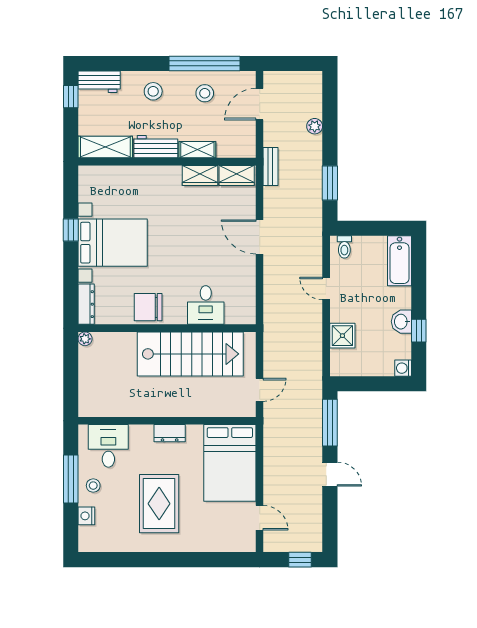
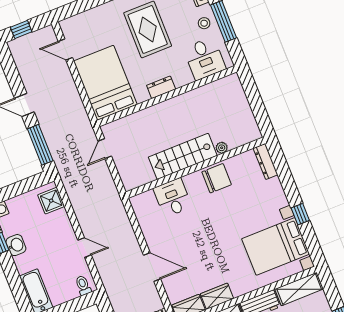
bed with nightstands: (113, 243) -> (276, 246), moved
shower: (342, 336) -> (51, 201), moved
plant: (85, 339) -> (222, 148), moved
stairs: (190, 354) -> (183, 156), width x0.73, depth x0.66

